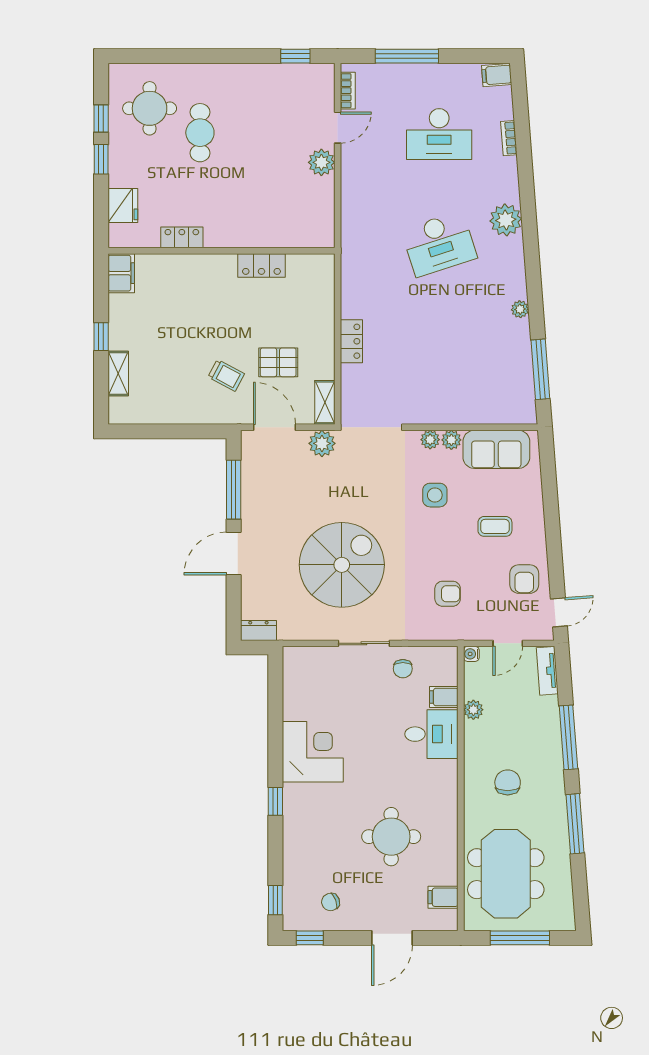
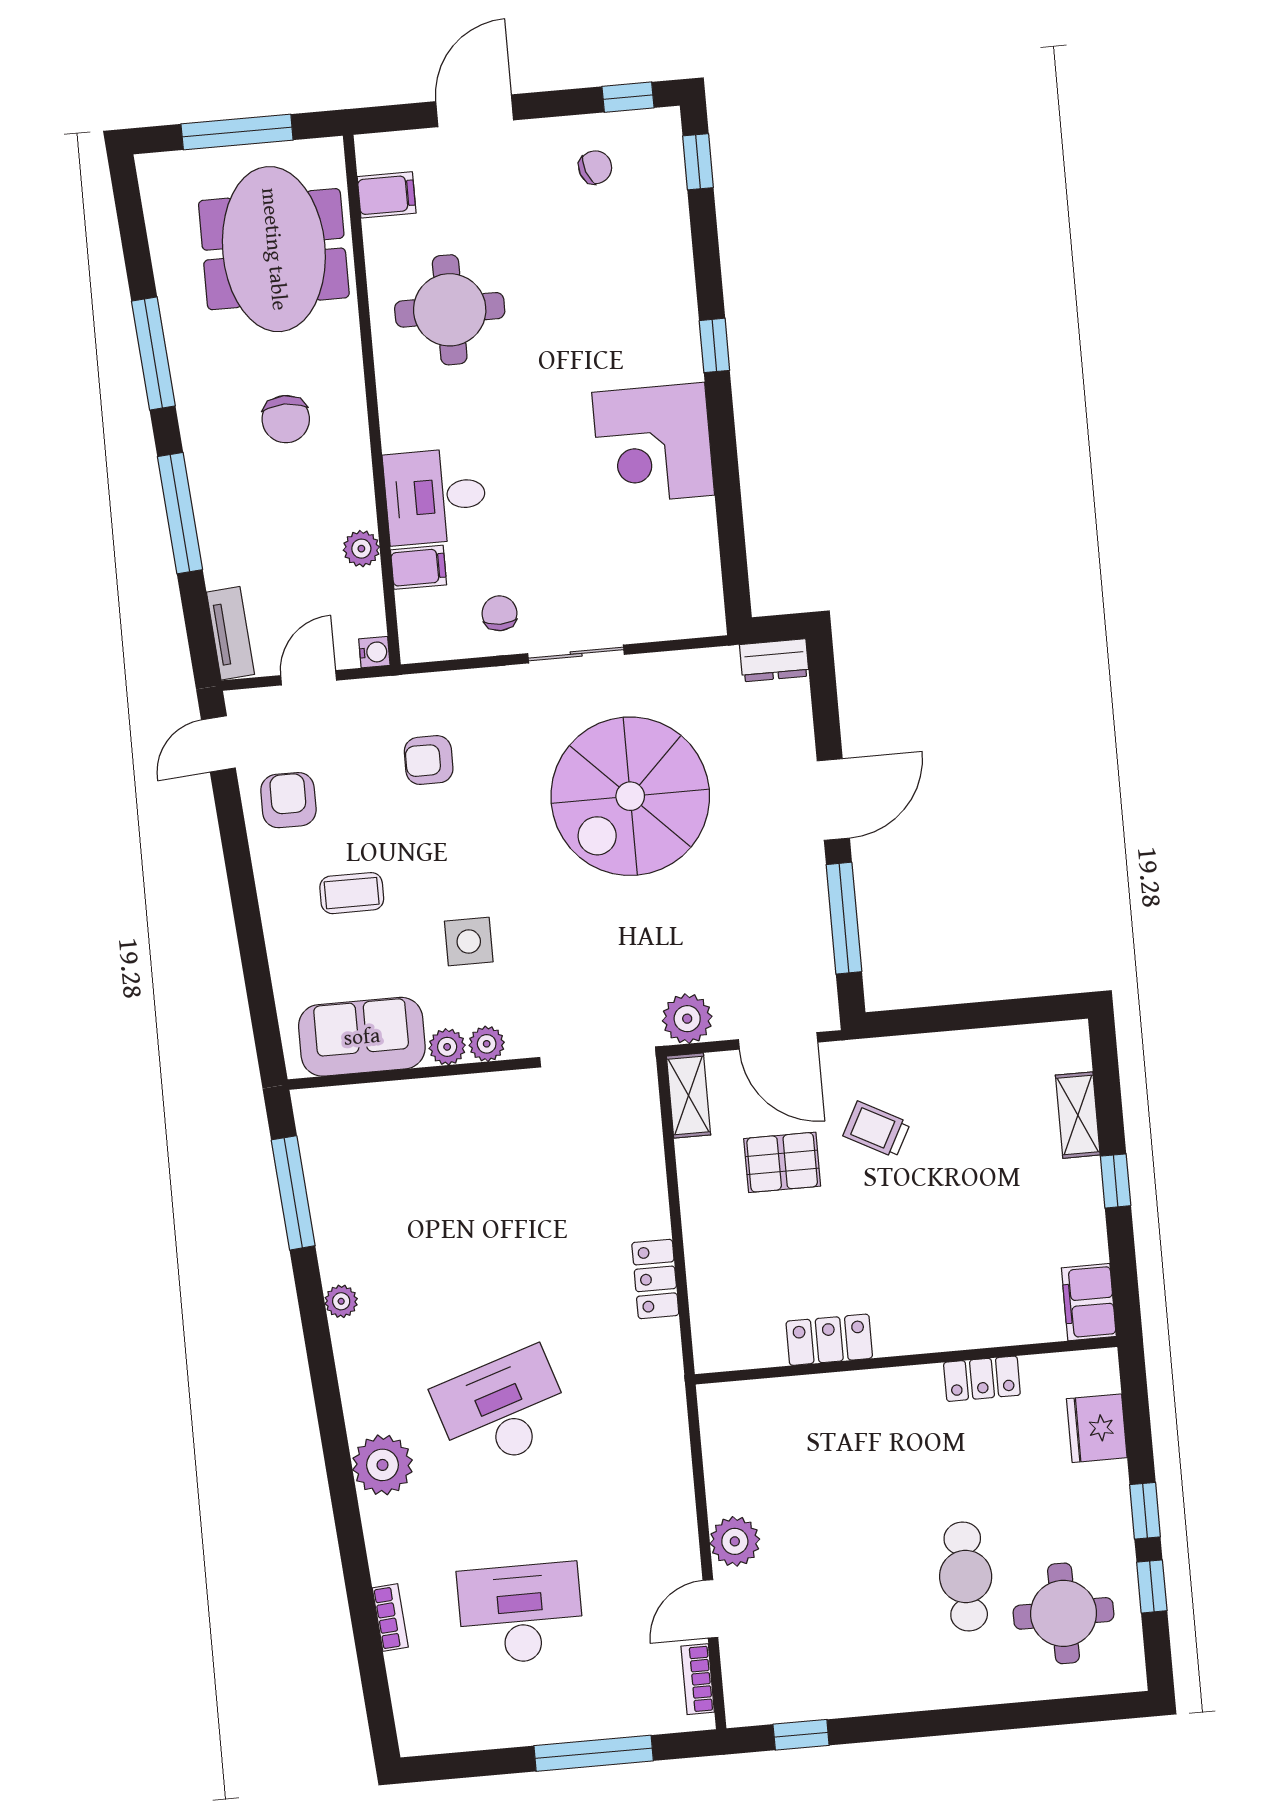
filing cabinet: (497, 75) -> (423, 1733), removed
locker: (351, 341) -> (655, 1279), moved
round table: (391, 837) -> (450, 310), moved

